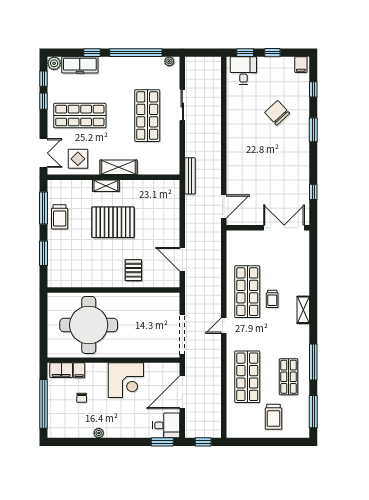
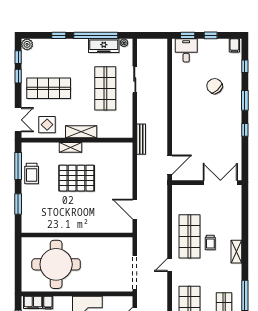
freezer: (80, 65) -> (104, 46), moved
window: (313, 192) -> (245, 130), moved
pallet: (133, 270) -> (94, 218), removed

